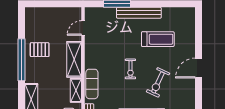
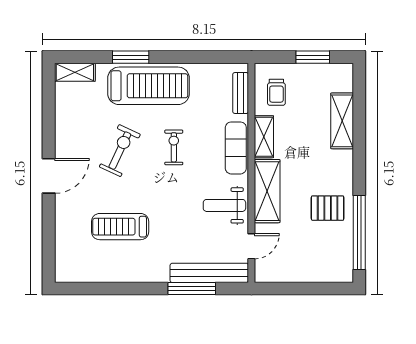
bench: (139, 13) -> (209, 273), moved
weight bench: (98, 51) -> (224, 205), added
window: (22, 60) -> (359, 233), moved
exercise bike: (130, 69) -> (174, 147), moved

